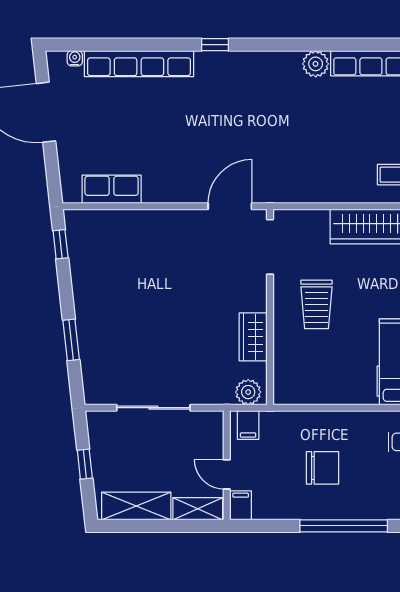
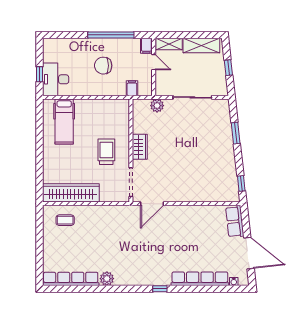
row of seats: (112, 189) -> (235, 222), moved, turned 84
wardrobe: (253, 337) -> (140, 147), moved
plant: (248, 392) -> (157, 106), moved
filing cabinet: (248, 425) -> (132, 88), moved
window: (344, 526) -> (111, 35), moved

